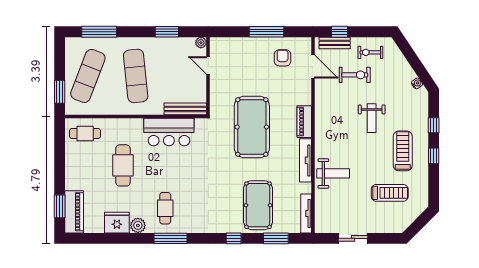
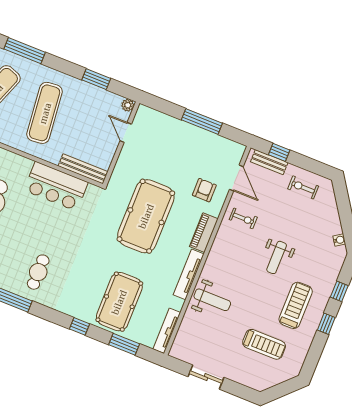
armchair: (283, 58) -> (204, 190), moved
exercise bike: (355, 75) -> (243, 218), moved, width x0.73, depth x0.72
cafe table: (165, 208) -> (38, 272), moved

